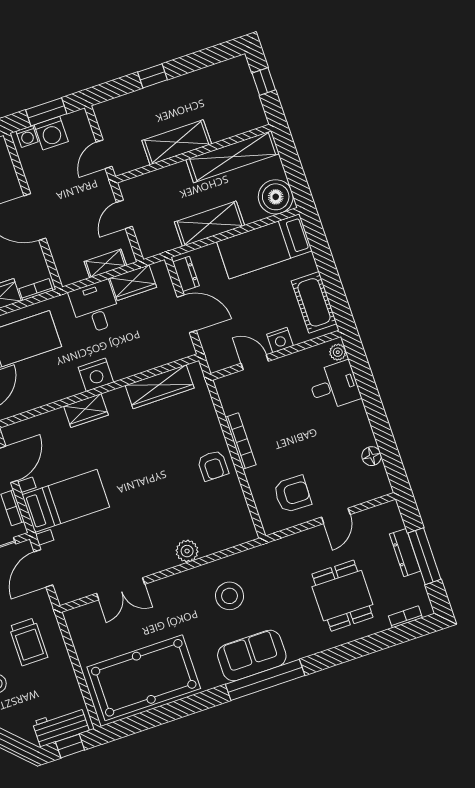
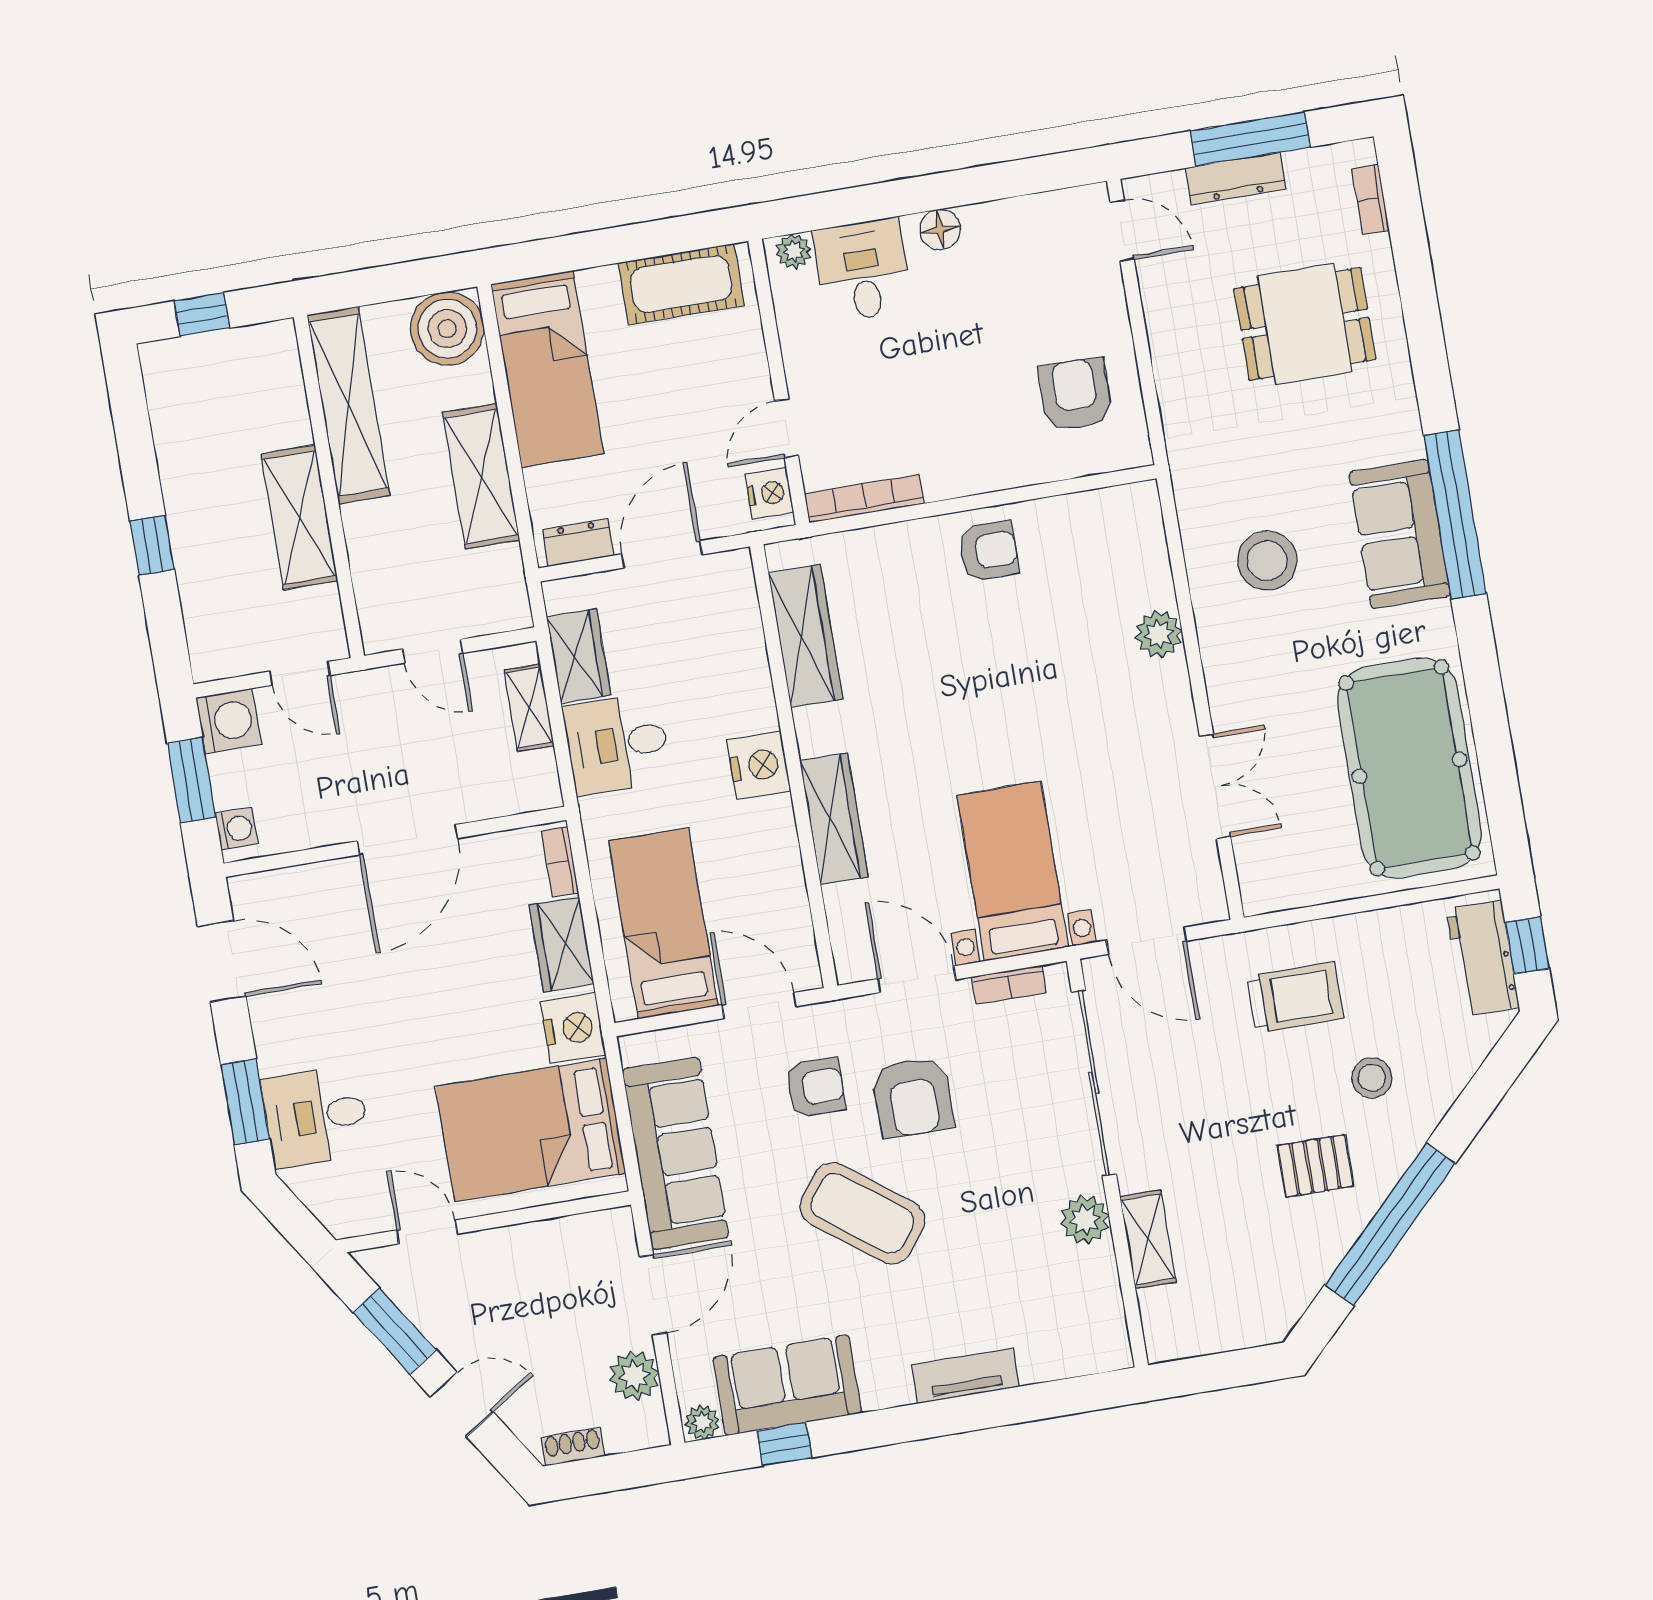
washing machine: (51, 133) -> (228, 721), moved
nightstand: (280, 340) -> (769, 493), moved
wardrobe: (86, 411) -> (834, 819), width x1.50
bookcase: (241, 441) -> (864, 499), moved
floor lamp: (372, 456) -> (940, 230), moved
door: (336, 516) -> (1122, 231), moved

